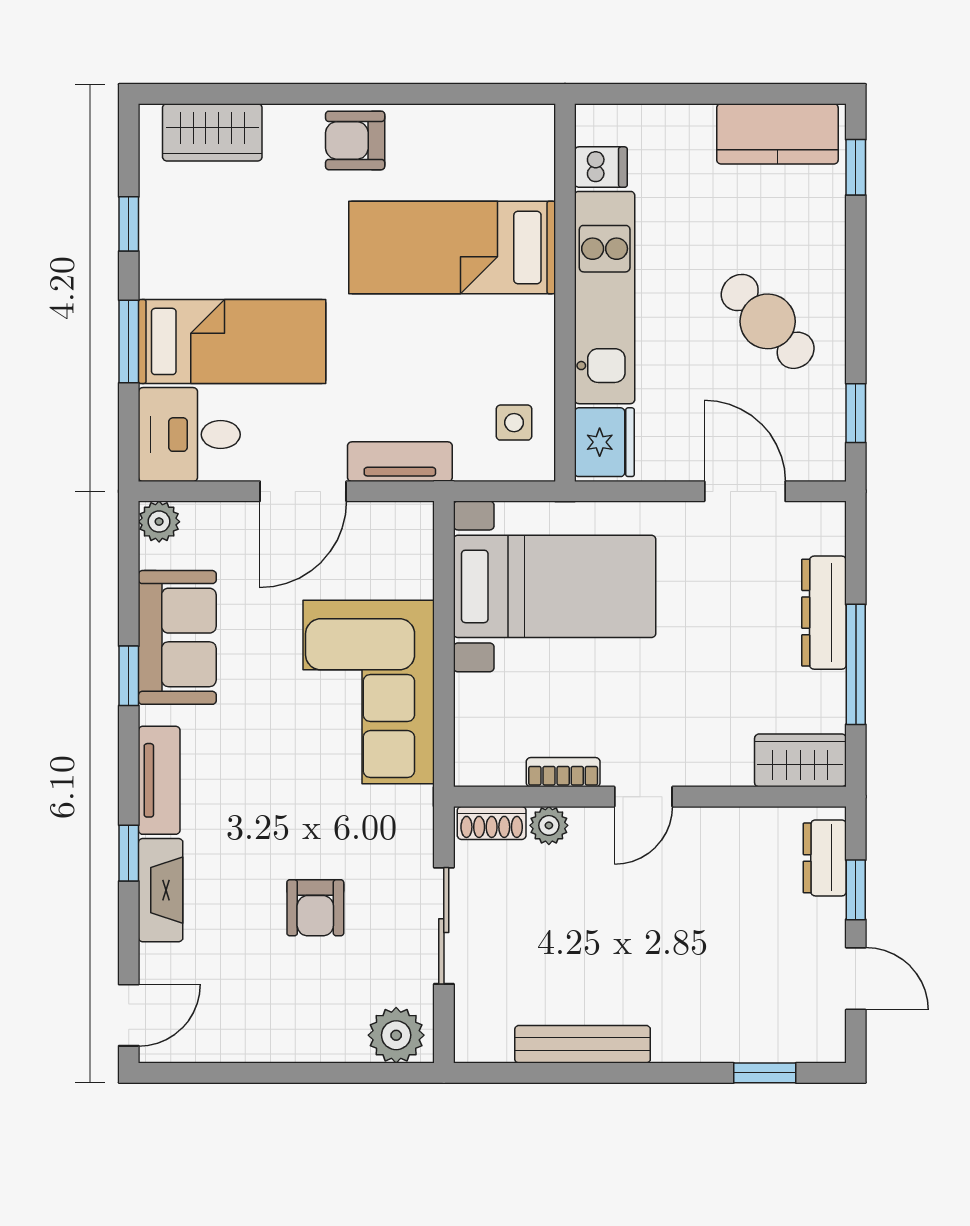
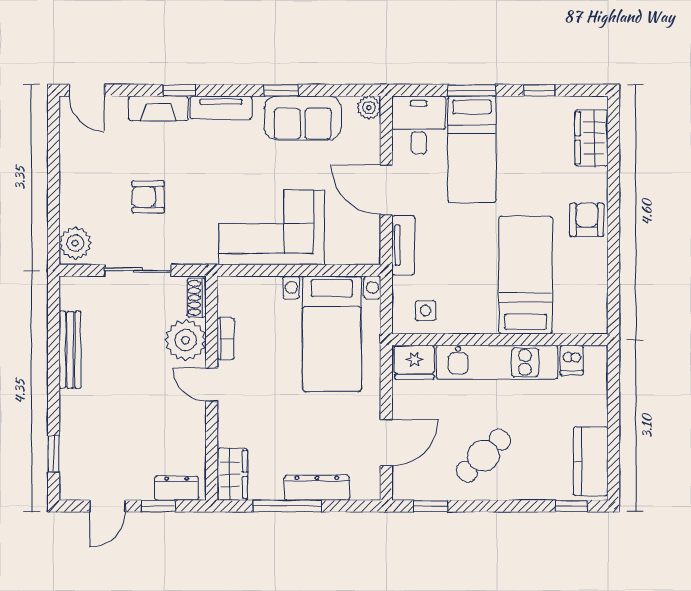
plant: (549, 825) -> (186, 340), width x1.88, depth x1.88

